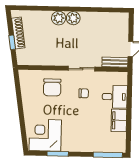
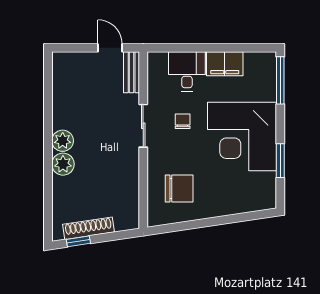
window: (12, 42) -> (78, 241), moved
chair: (52, 87) -> (179, 188), moved
corner desk: (45, 135) -> (242, 136), moved, width x1.36, depth x1.36

